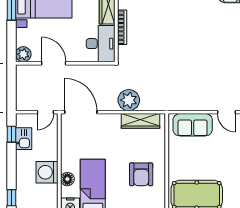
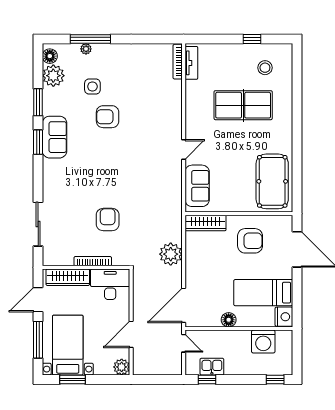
armchair: (161, 41) -> (108, 220), added
wardrobe: (140, 121) -> (205, 223), moved, turned 90
washing machine: (47, 172) -> (263, 342), moved
floor lamp: (67, 179) -> (229, 320), moved

